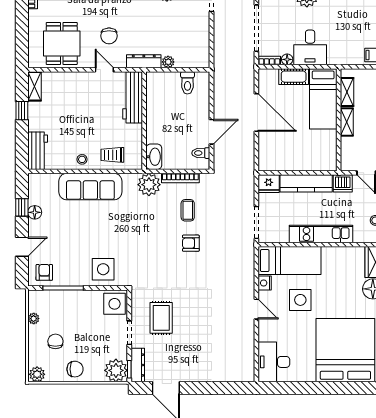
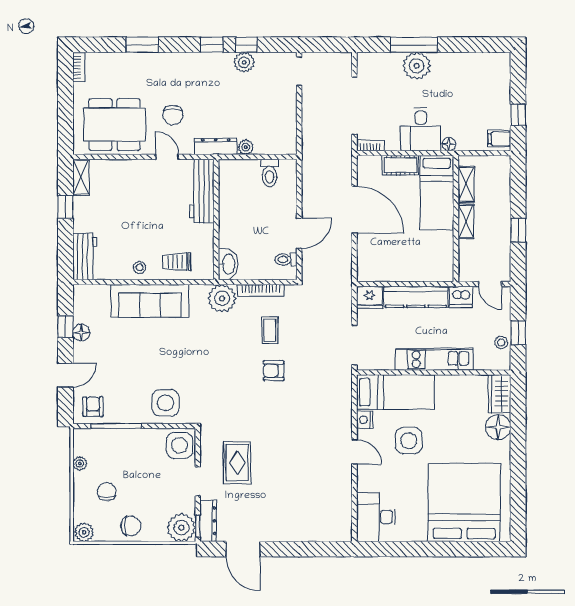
dining table: (62, 43) -> (115, 124), width x1.37
floor lamp: (287, 59) -> (449, 144), moved

